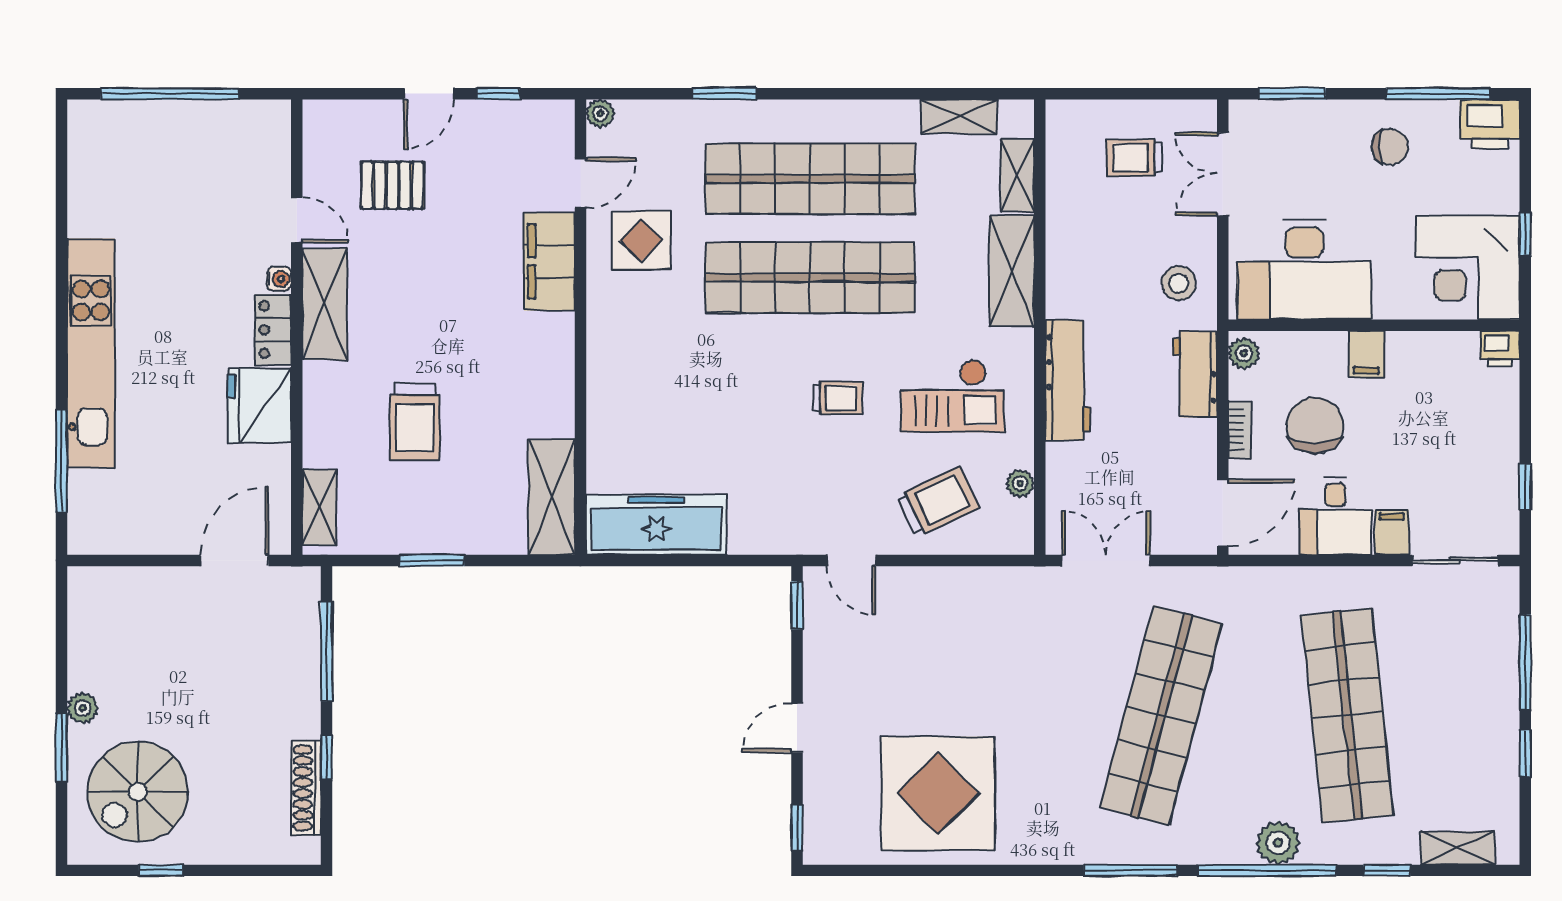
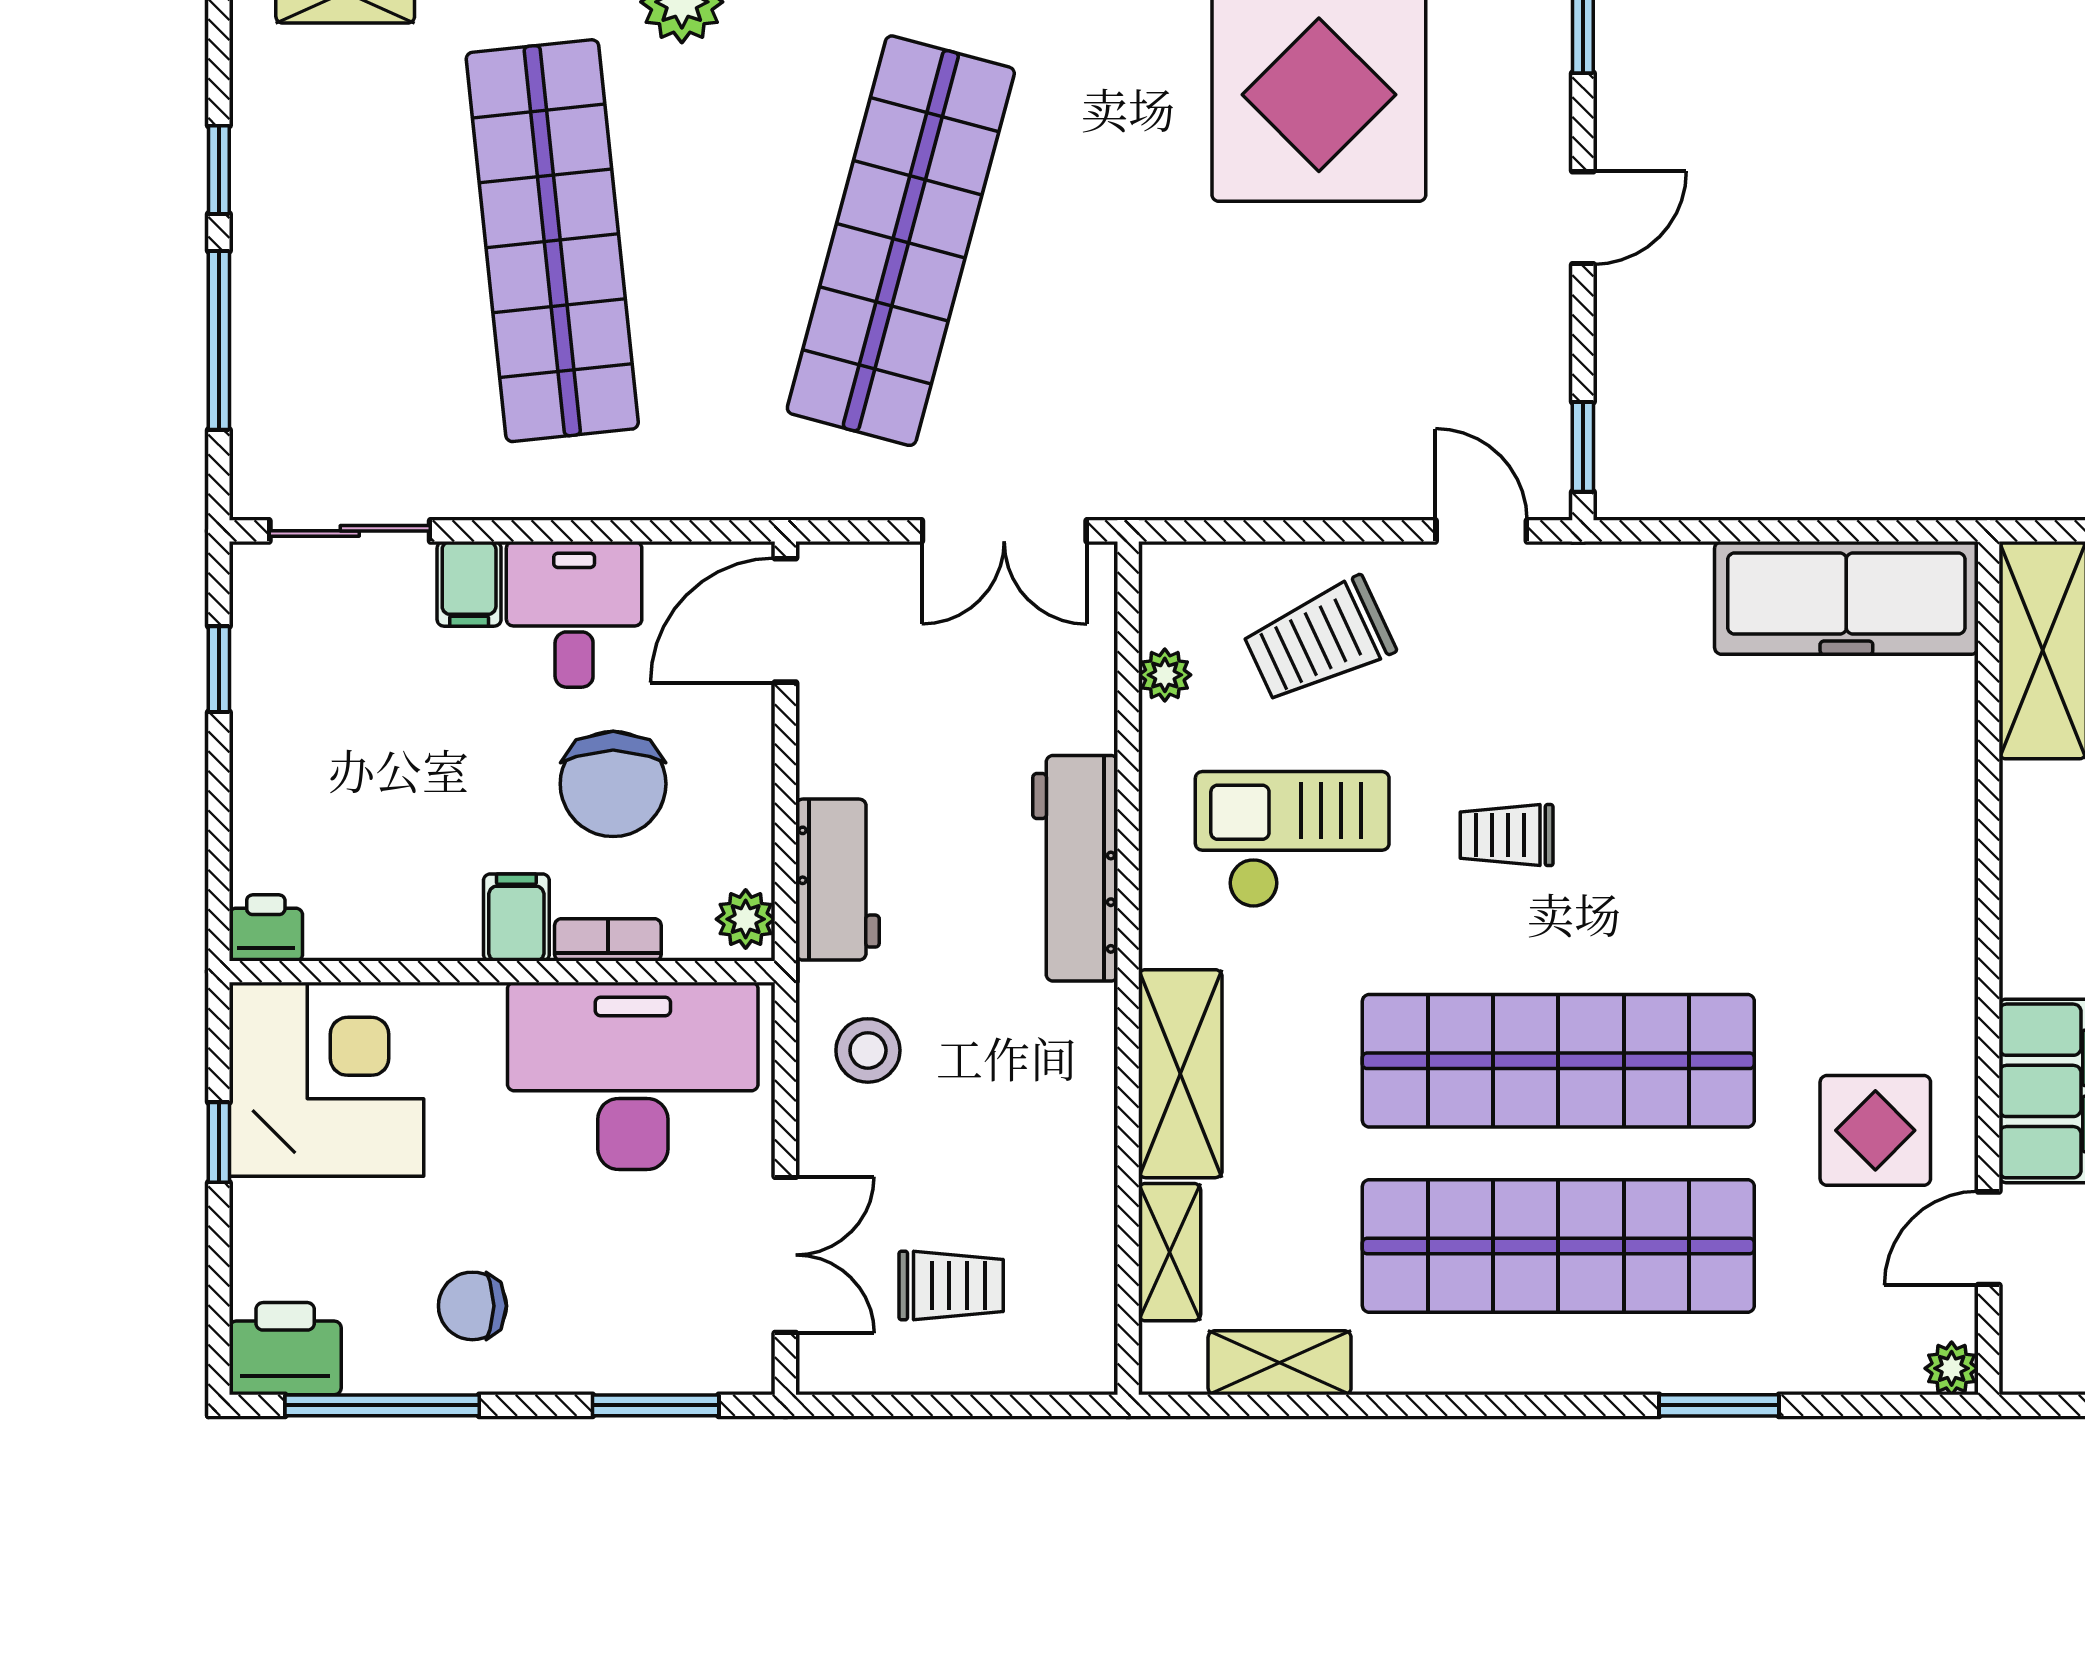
bookcase: (1240, 429) -> (608, 940), moved, turned 90

